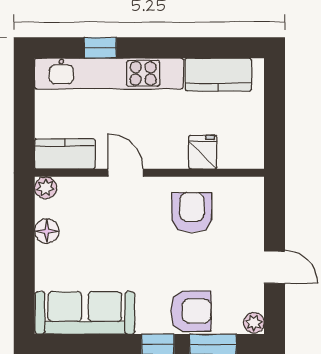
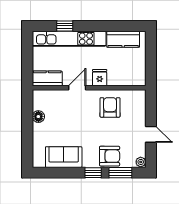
fridge: (203, 152) -> (100, 78), moved
door: (125, 173) -> (77, 88), hinge flipped
plant: (46, 188) -> (38, 95), removed
sofa: (85, 313) -> (64, 157), width x0.73

